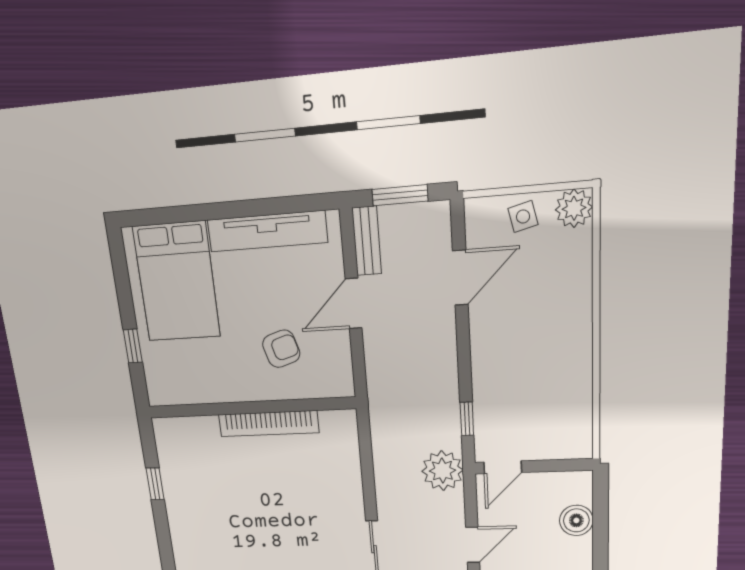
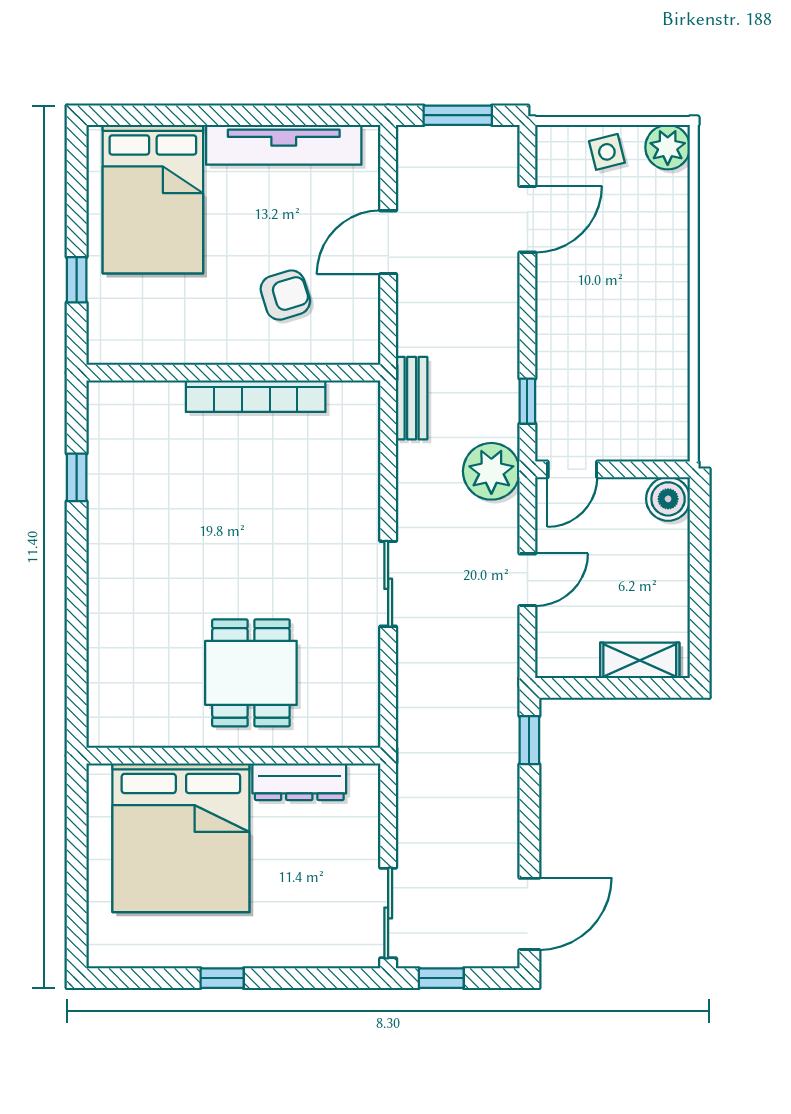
bench: (367, 241) -> (412, 398), moved
boiler: (576, 520) -> (668, 499), moved

